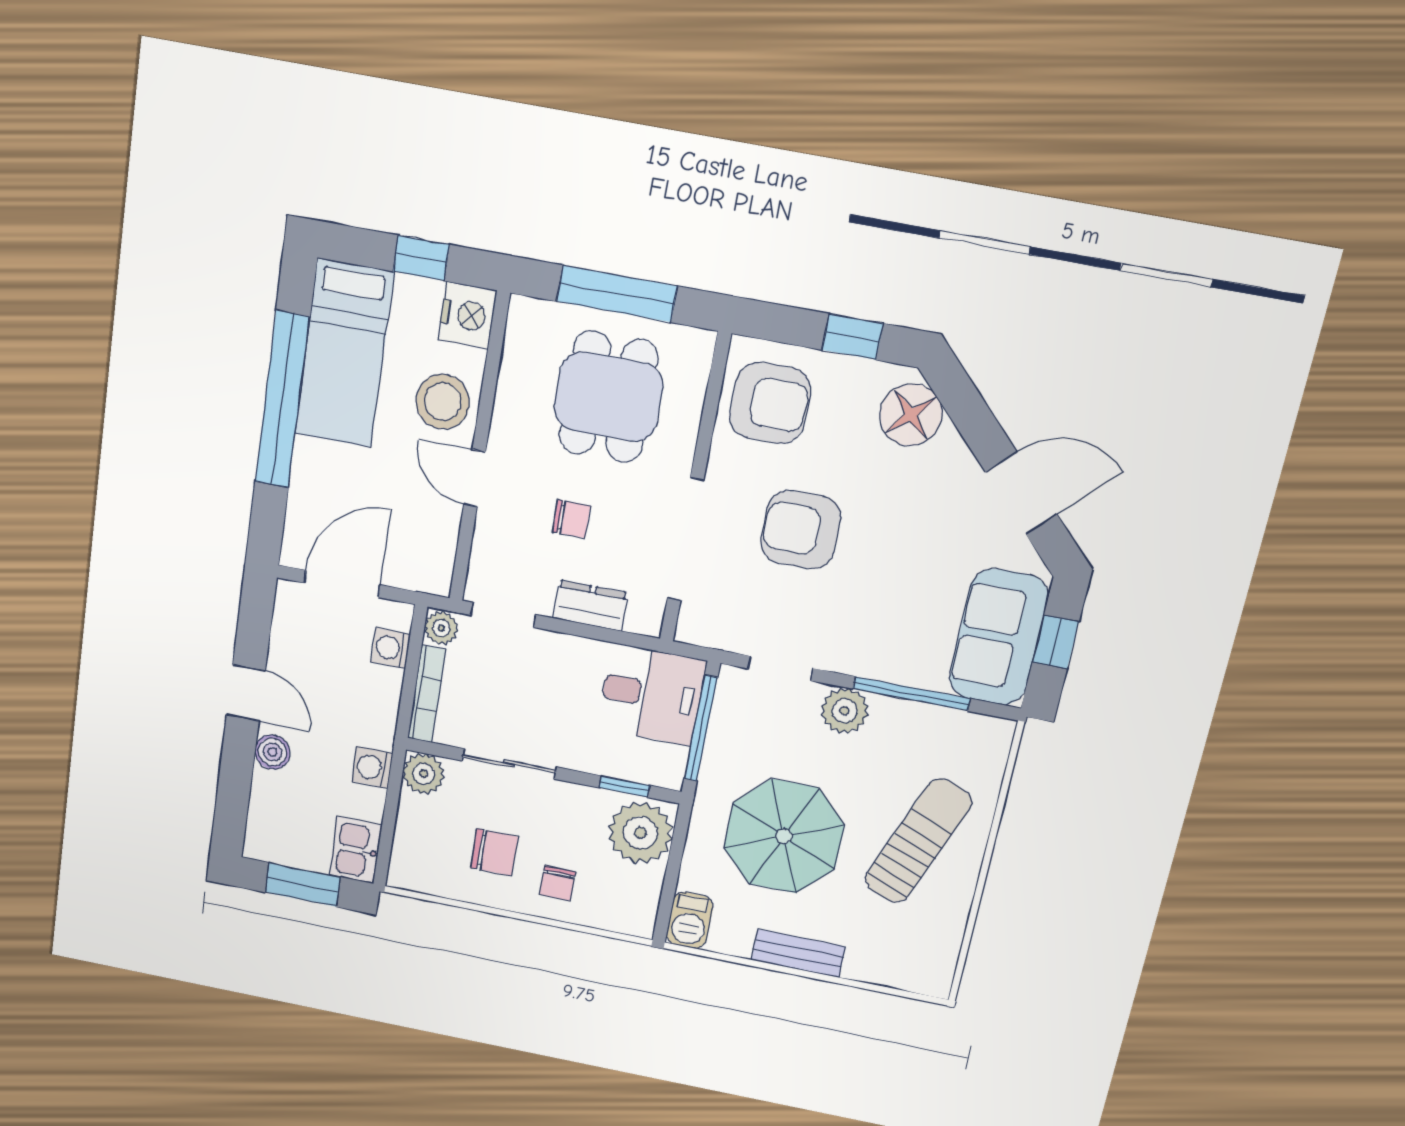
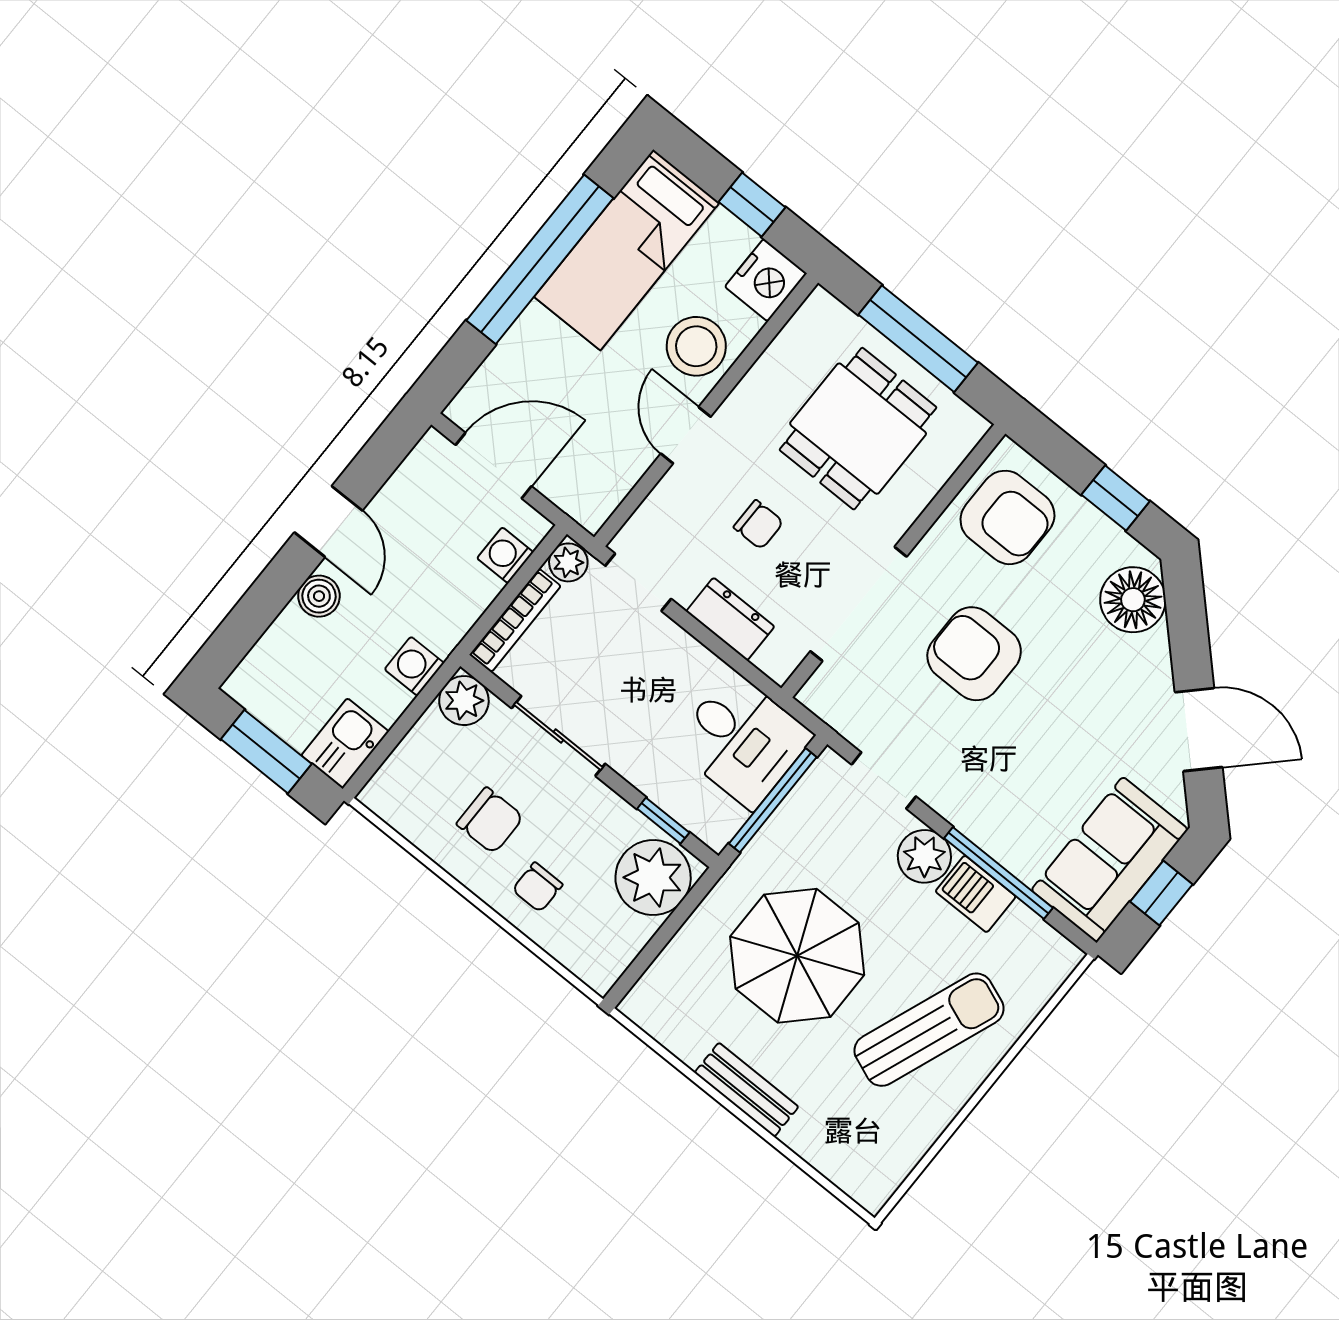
barbecue: (690, 920) -> (976, 894), moved, turned 90

